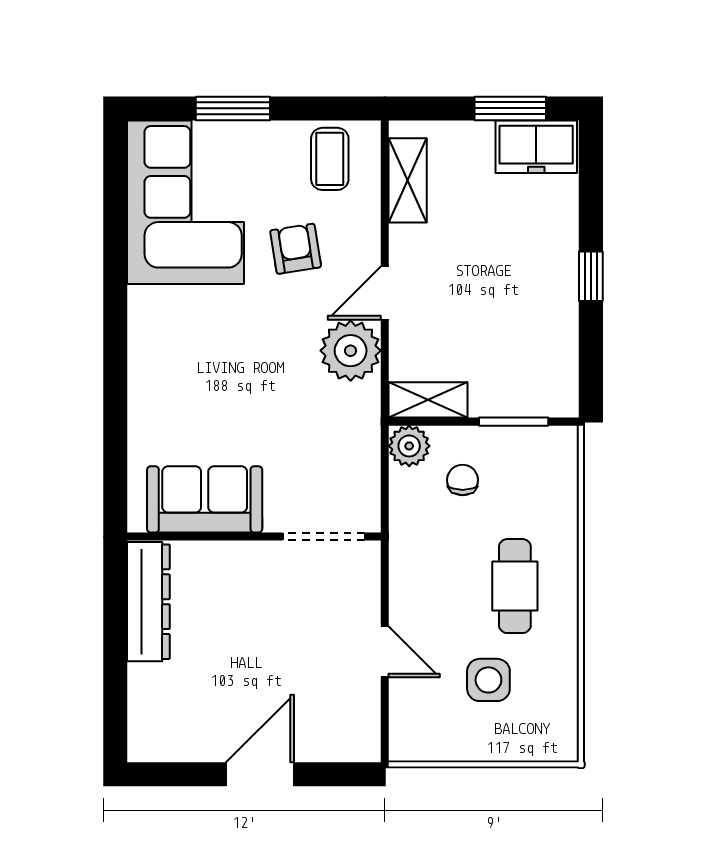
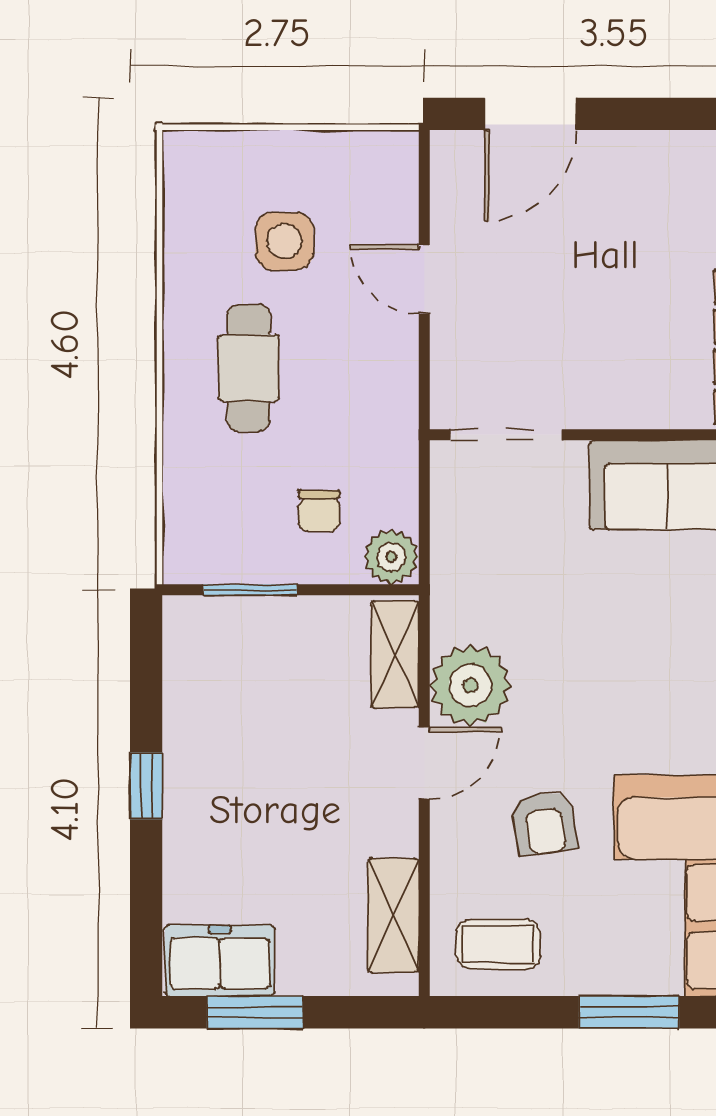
coffee table: (330, 159) -> (498, 944), turned 90
shelving: (428, 400) -> (395, 654), moved, turned 90
door: (260, 774) -> (530, 114), moved

